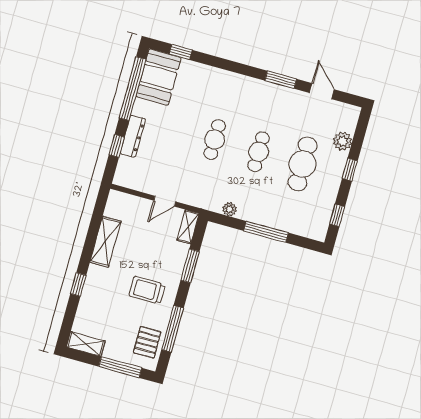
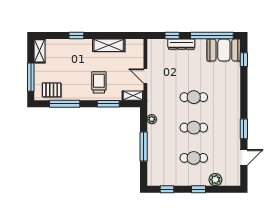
cafe table: (303, 164) -> (194, 158), width x0.73, depth x0.74
trolley: (147, 290) -> (99, 82), moved

